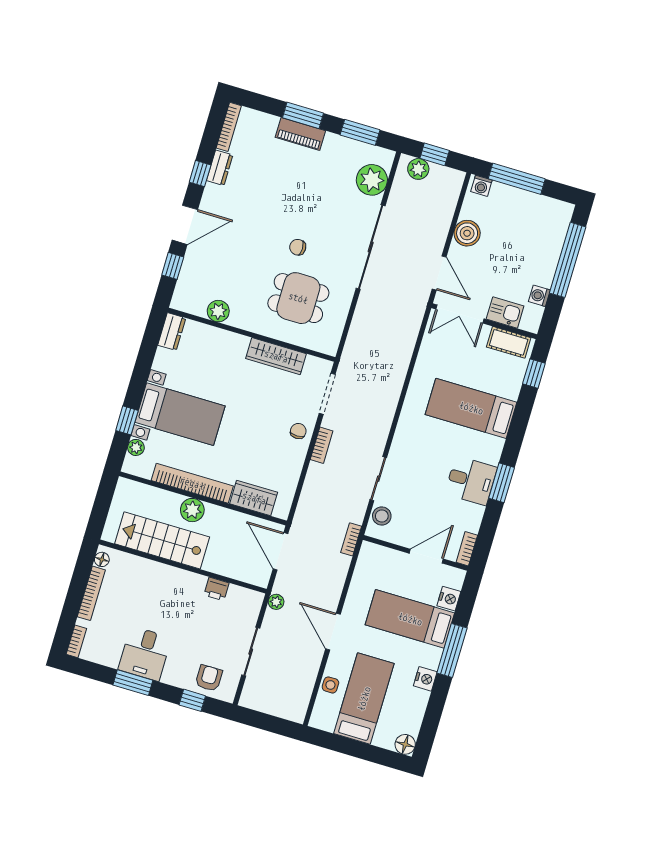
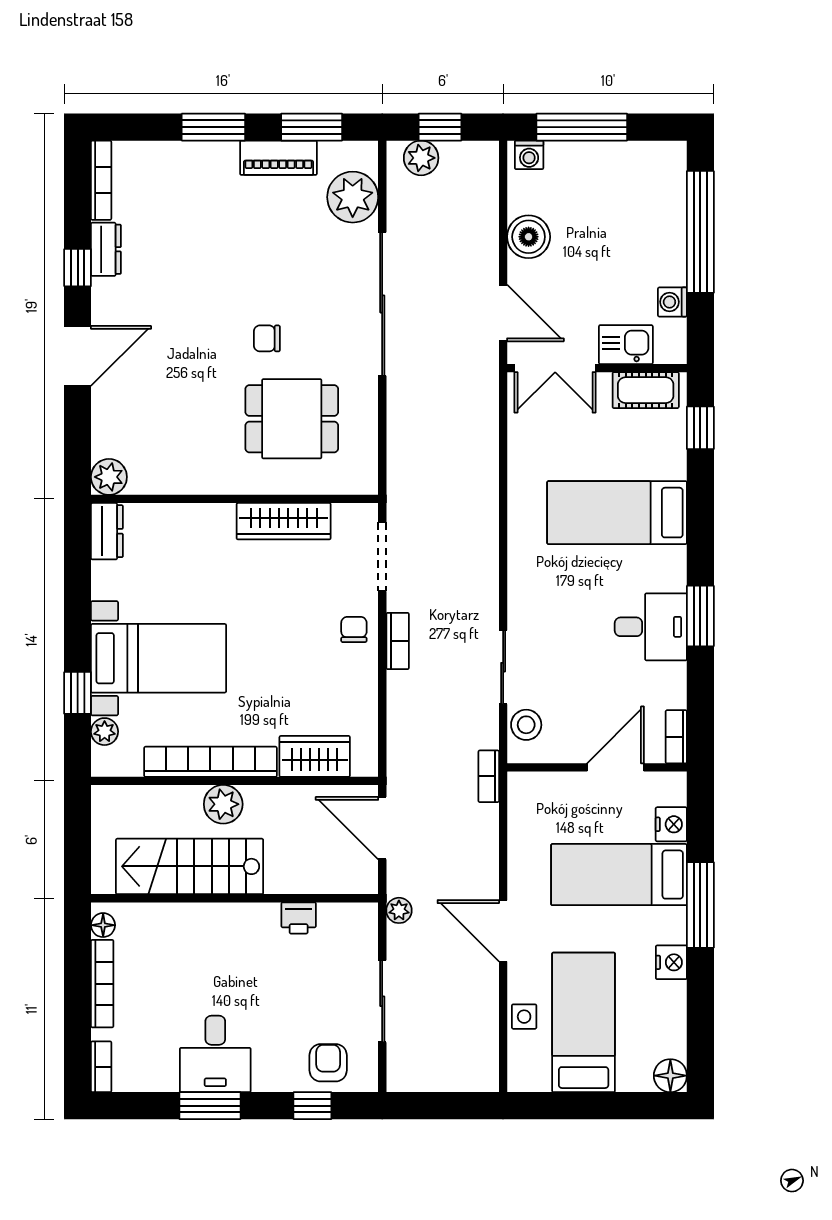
piano: (300, 134) -> (278, 158), moved
window: (173, 266) -> (78, 427), removed
plant: (218, 311) -> (109, 477), moved

